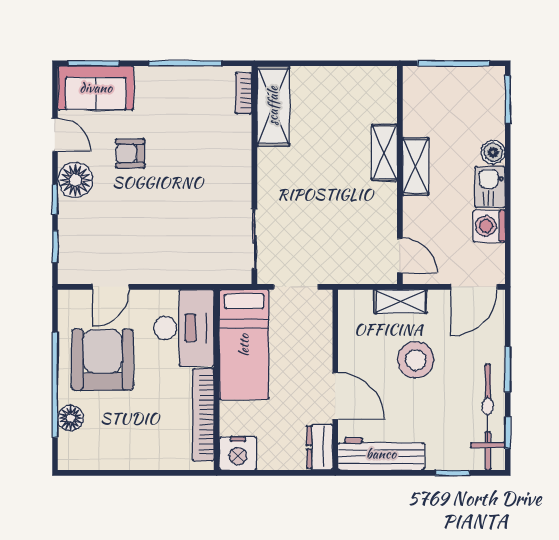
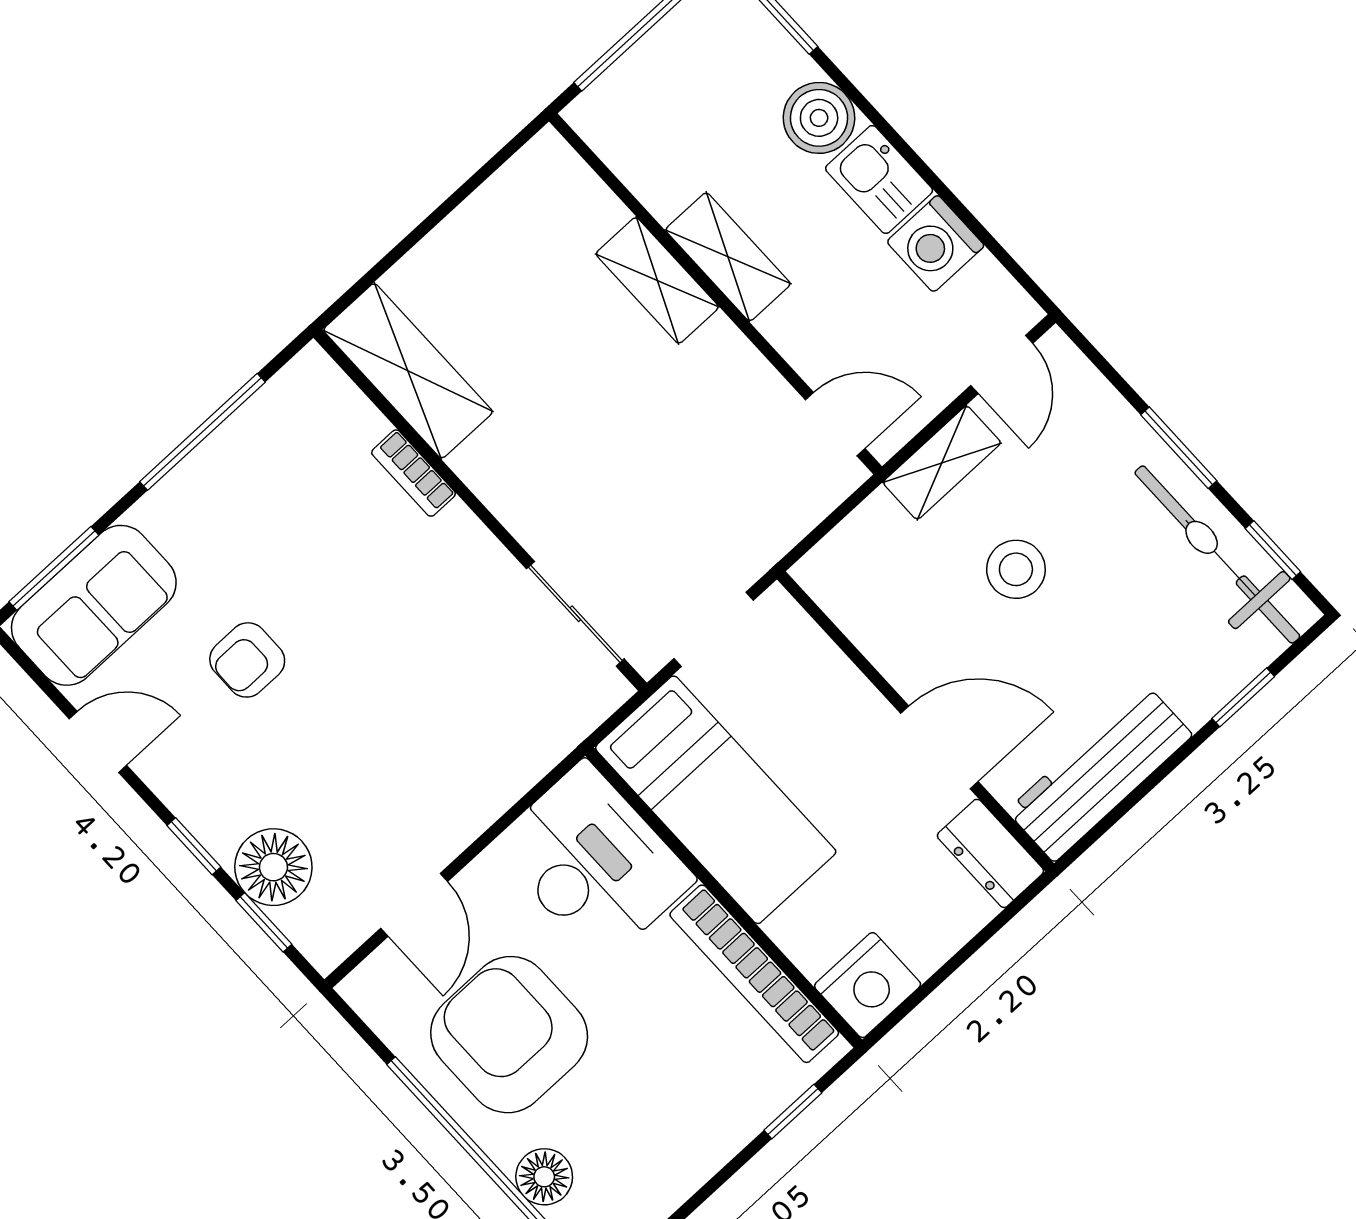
bookcase: (244, 93) -> (413, 473), moved
boiler: (493, 152) -> (819, 118), width x1.36, depth x1.36
floor lamp: (75, 180) -> (273, 867), moved
door: (474, 287) -> (1002, 364), width x0.73
shelving: (401, 301) -> (942, 463), moved
stool: (416, 360) -> (1016, 569), width x0.73, depth x0.73
window: (174, 473) -> (793, 1112), added

